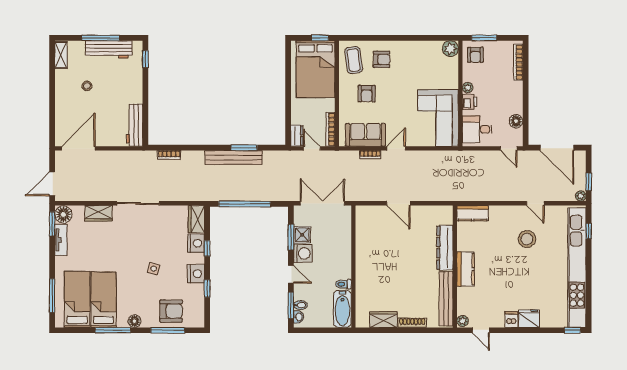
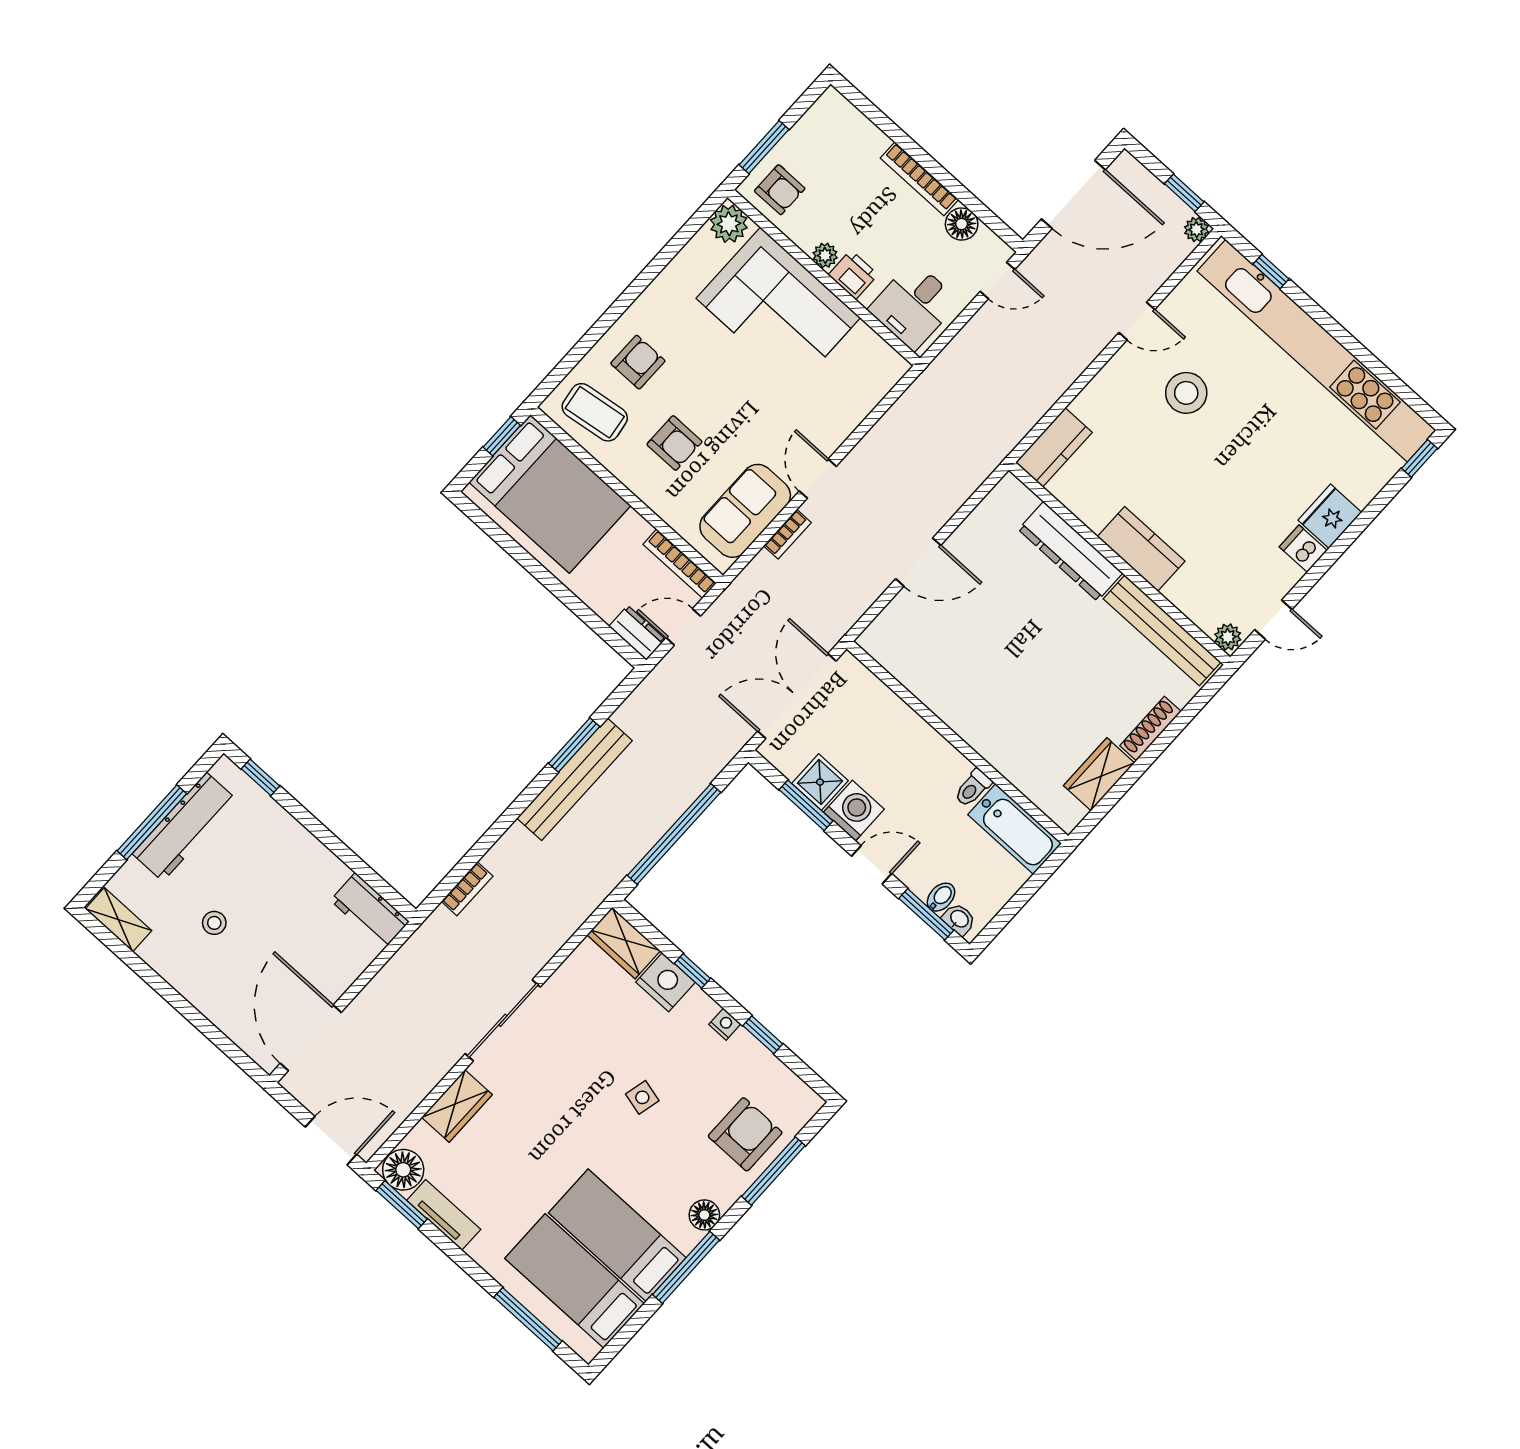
bookcase: (518, 62) -> (919, 179), moved
corner sofa: (438, 118) -> (778, 308), moved
workbench: (135, 125) -> (370, 911), width x0.73
door: (52, 184) -> (331, 1141), swing flipped
nightstand: (196, 274) -> (725, 1024), width x0.53, depth x0.56

